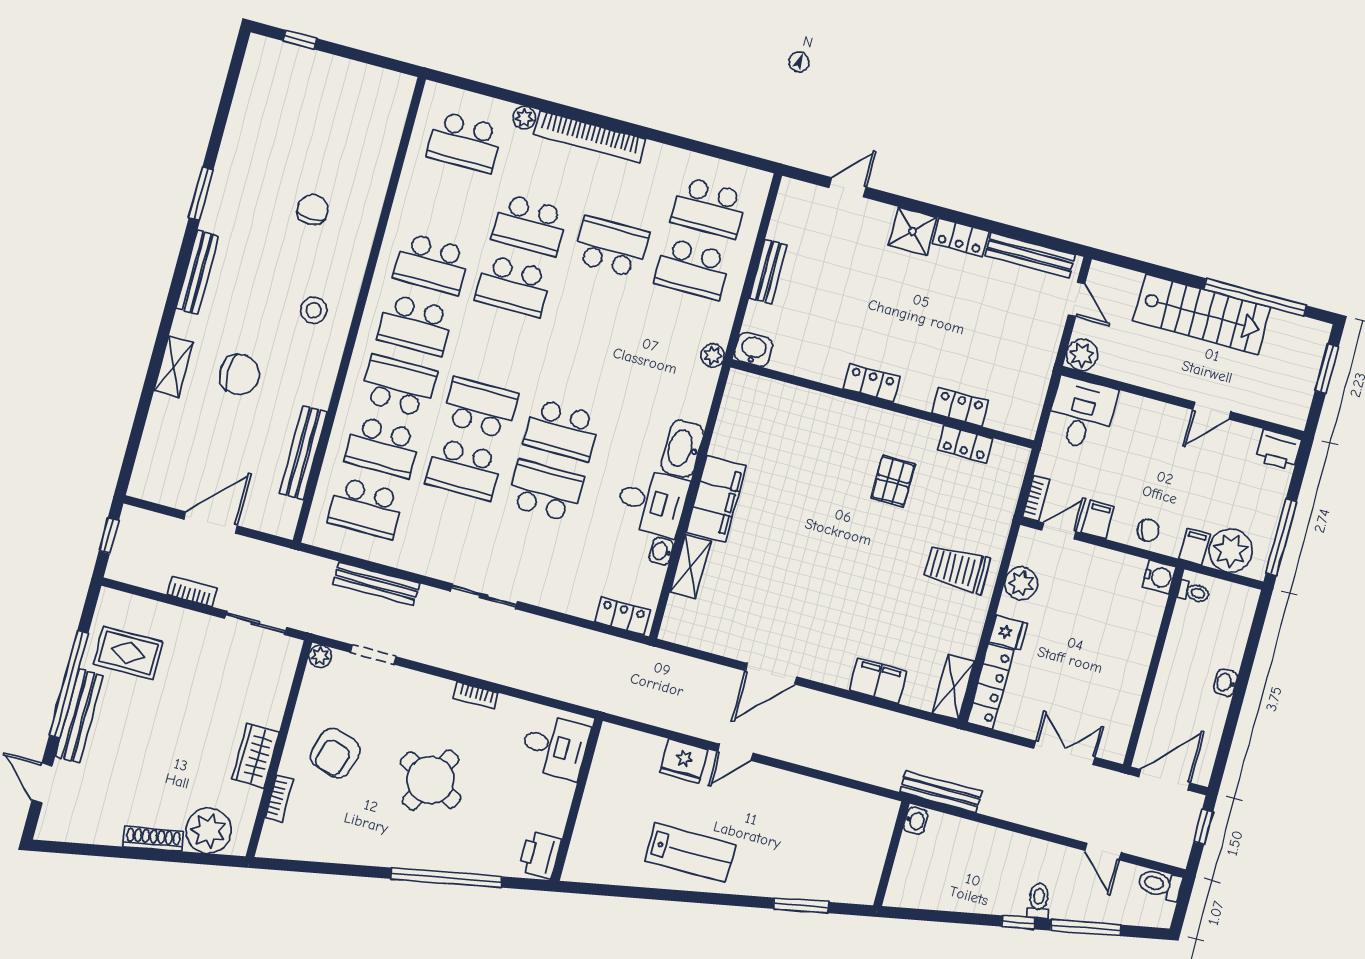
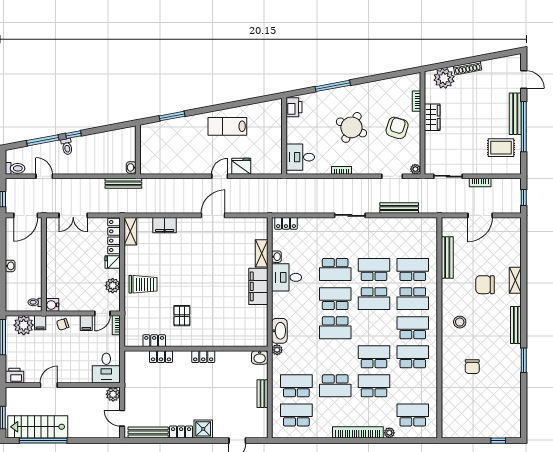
stairs: (1202, 314) -> (38, 427), moved
washbasin: (682, 449) -> (279, 331), moved
school desk: (366, 508) -> (335, 328), moved, turned 180
window: (447, 878) -> (333, 86), width x0.68

